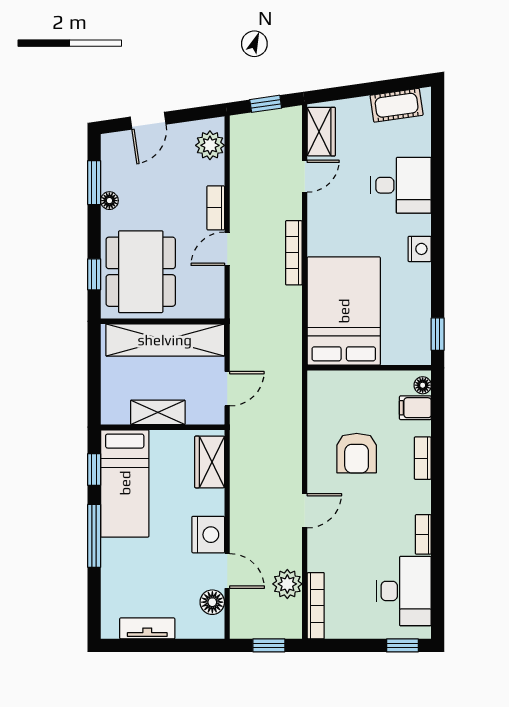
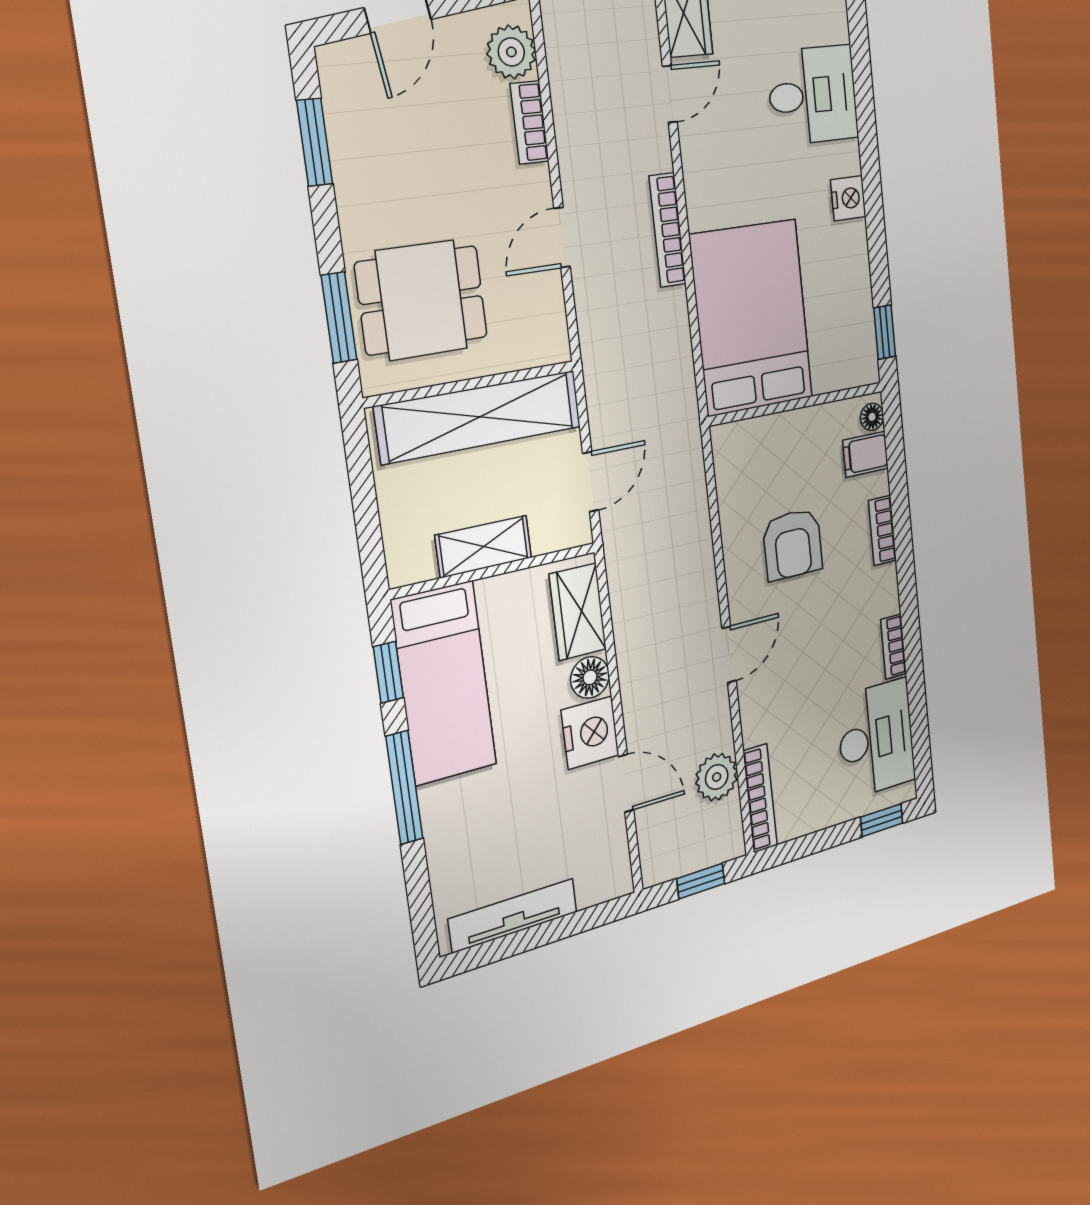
floor lamp: (109, 201) -> (348, 174), removed
bookcase: (216, 208) -> (529, 122), moved
dining table: (141, 272) -> (422, 300), width x0.73
window: (94, 274) -> (339, 318), width x1.50
floor lamp: (212, 602) -> (590, 677), moved
tv unit: (147, 628) -> (513, 915), width x1.41

